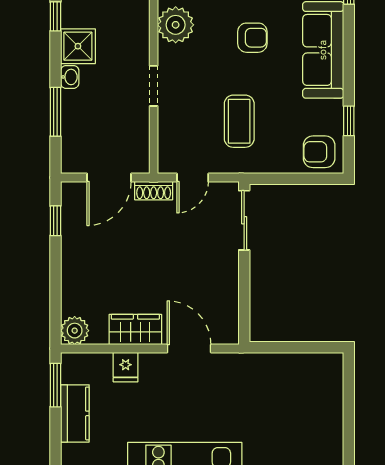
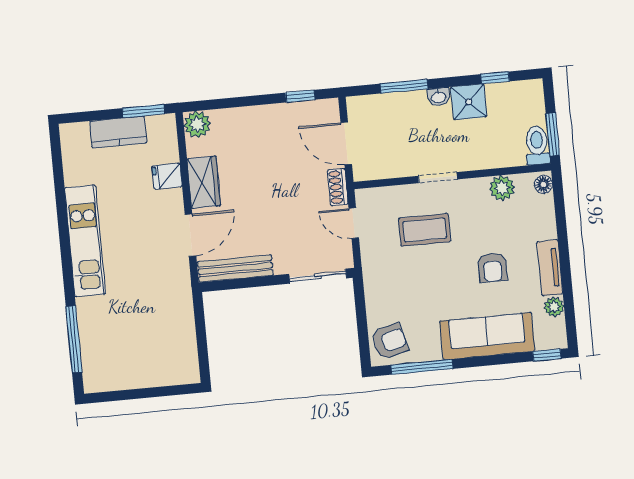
plant: (176, 25) -> (502, 188), width x0.73, depth x0.73
coffee table: (239, 121) -> (425, 230), moved
window: (349, 121) -> (422, 367), width x2.17
armchair: (319, 152) -> (390, 341), turned 75
bench: (228, 305) -> (235, 269), added

